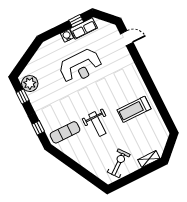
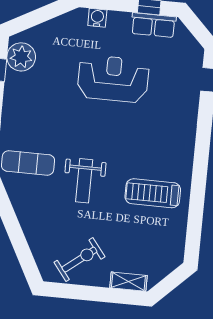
water cooler: (67, 36) -> (97, 18), moved
reception desk: (80, 66) -> (113, 79), turned 180

